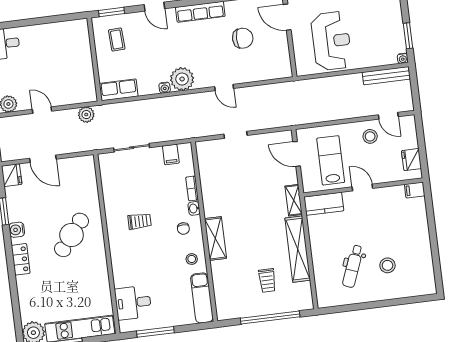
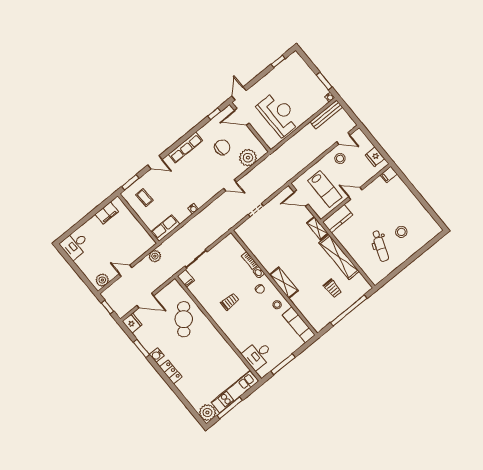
filing cabinet: (62, 30) -> (107, 213), added
plant: (182, 79) -> (248, 158), moved
filing cabinet: (171, 154) -> (186, 278), moved
lab bench: (331, 160) -> (325, 189), turned 180
cafe table: (72, 235) -> (184, 319), moved

